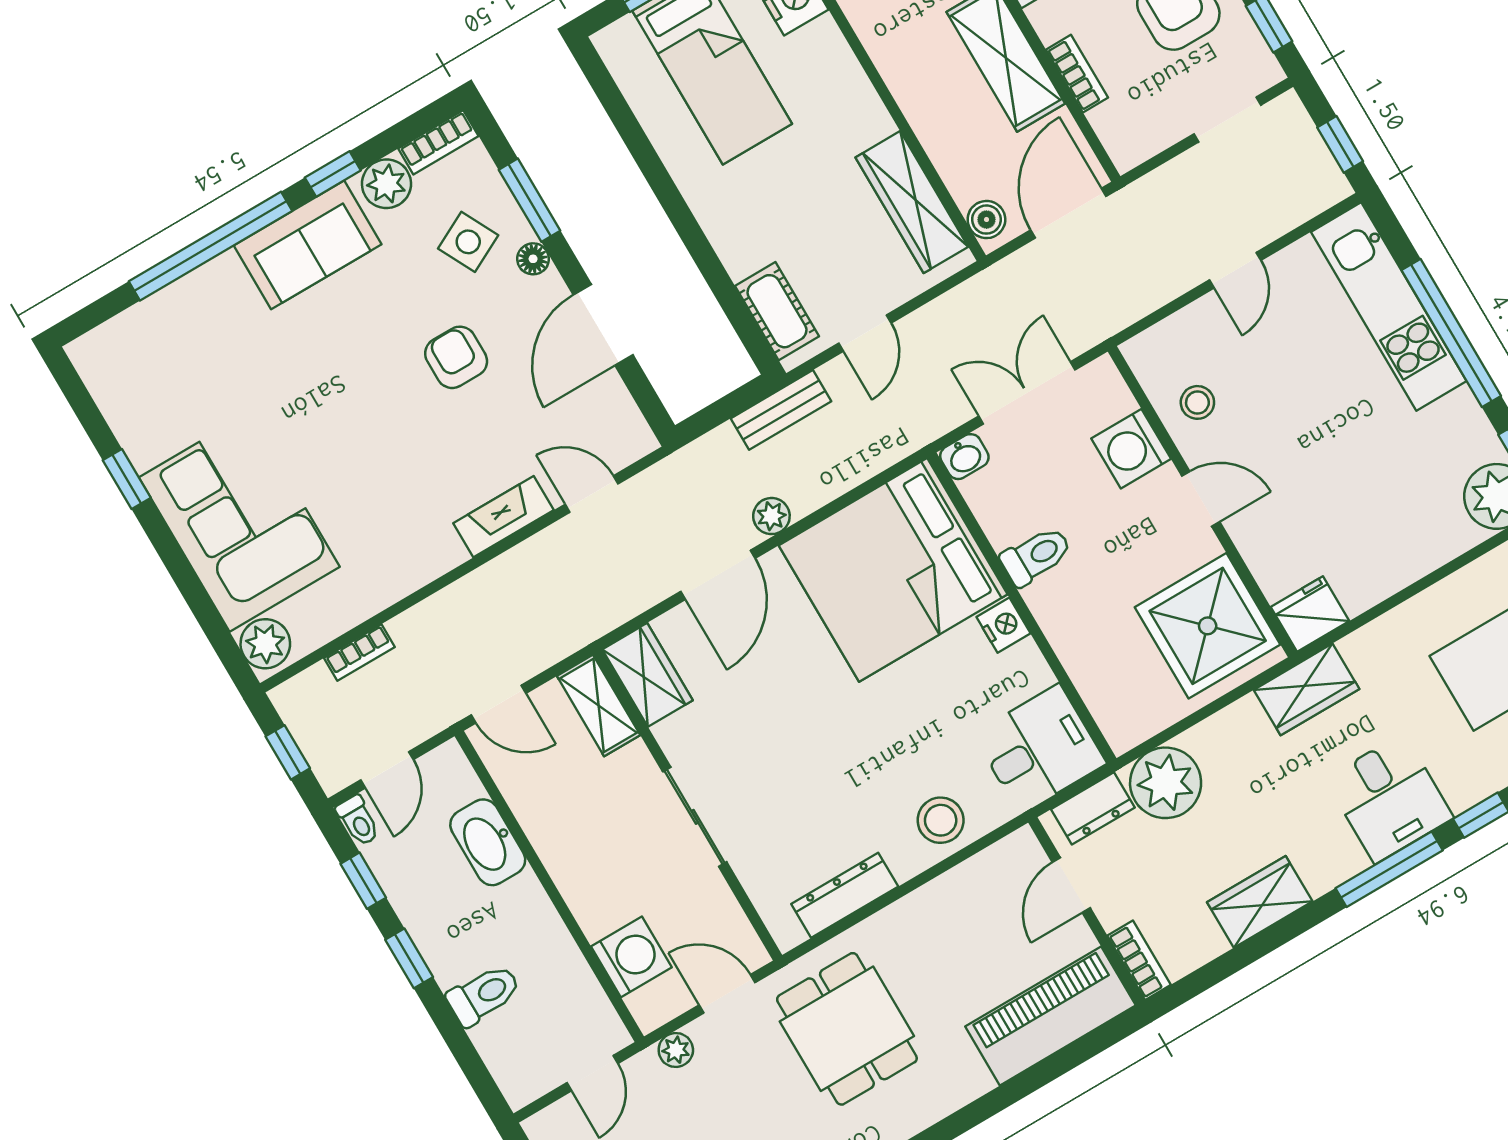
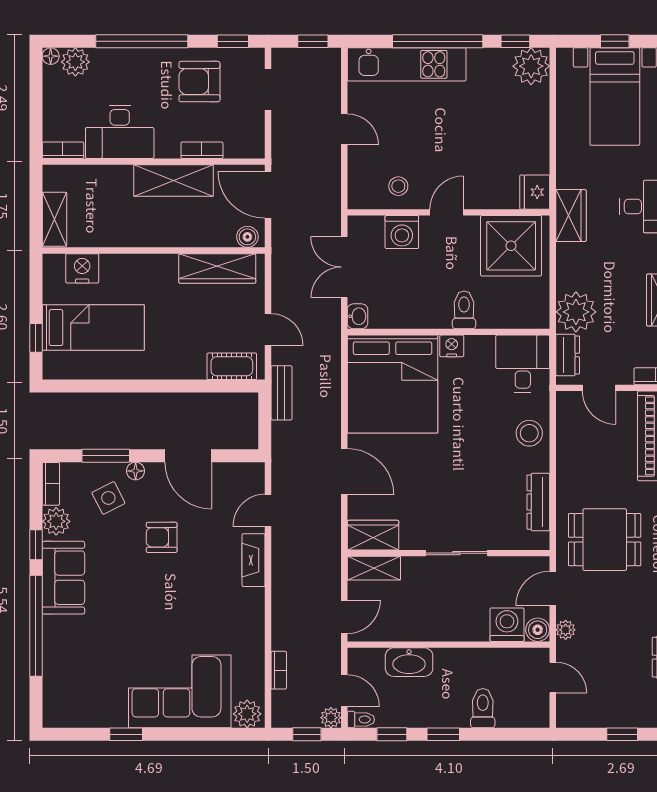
plant: (771, 516) -> (331, 718), moved
toilet: (1036, 556) -> (464, 310), moved
boiler: (651, 1008) -> (538, 630), added

